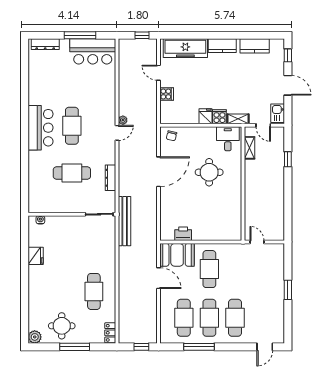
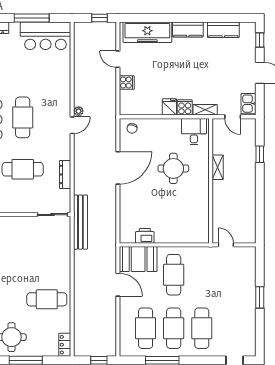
shelving: (249, 148) -> (218, 167), moved
cafe table: (94, 291) -> (47, 299), turned 90

